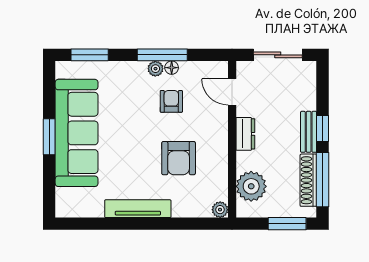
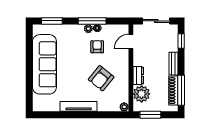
door: (232, 92) -> (131, 42), hinge flipped
window: (322, 129) -> (181, 41), moved
dresser: (245, 134) -> (138, 75), moved
window: (49, 137) -> (29, 66), removed
armchair: (179, 158) -> (101, 78), turned 39
window: (287, 224) -> (150, 115), moved

